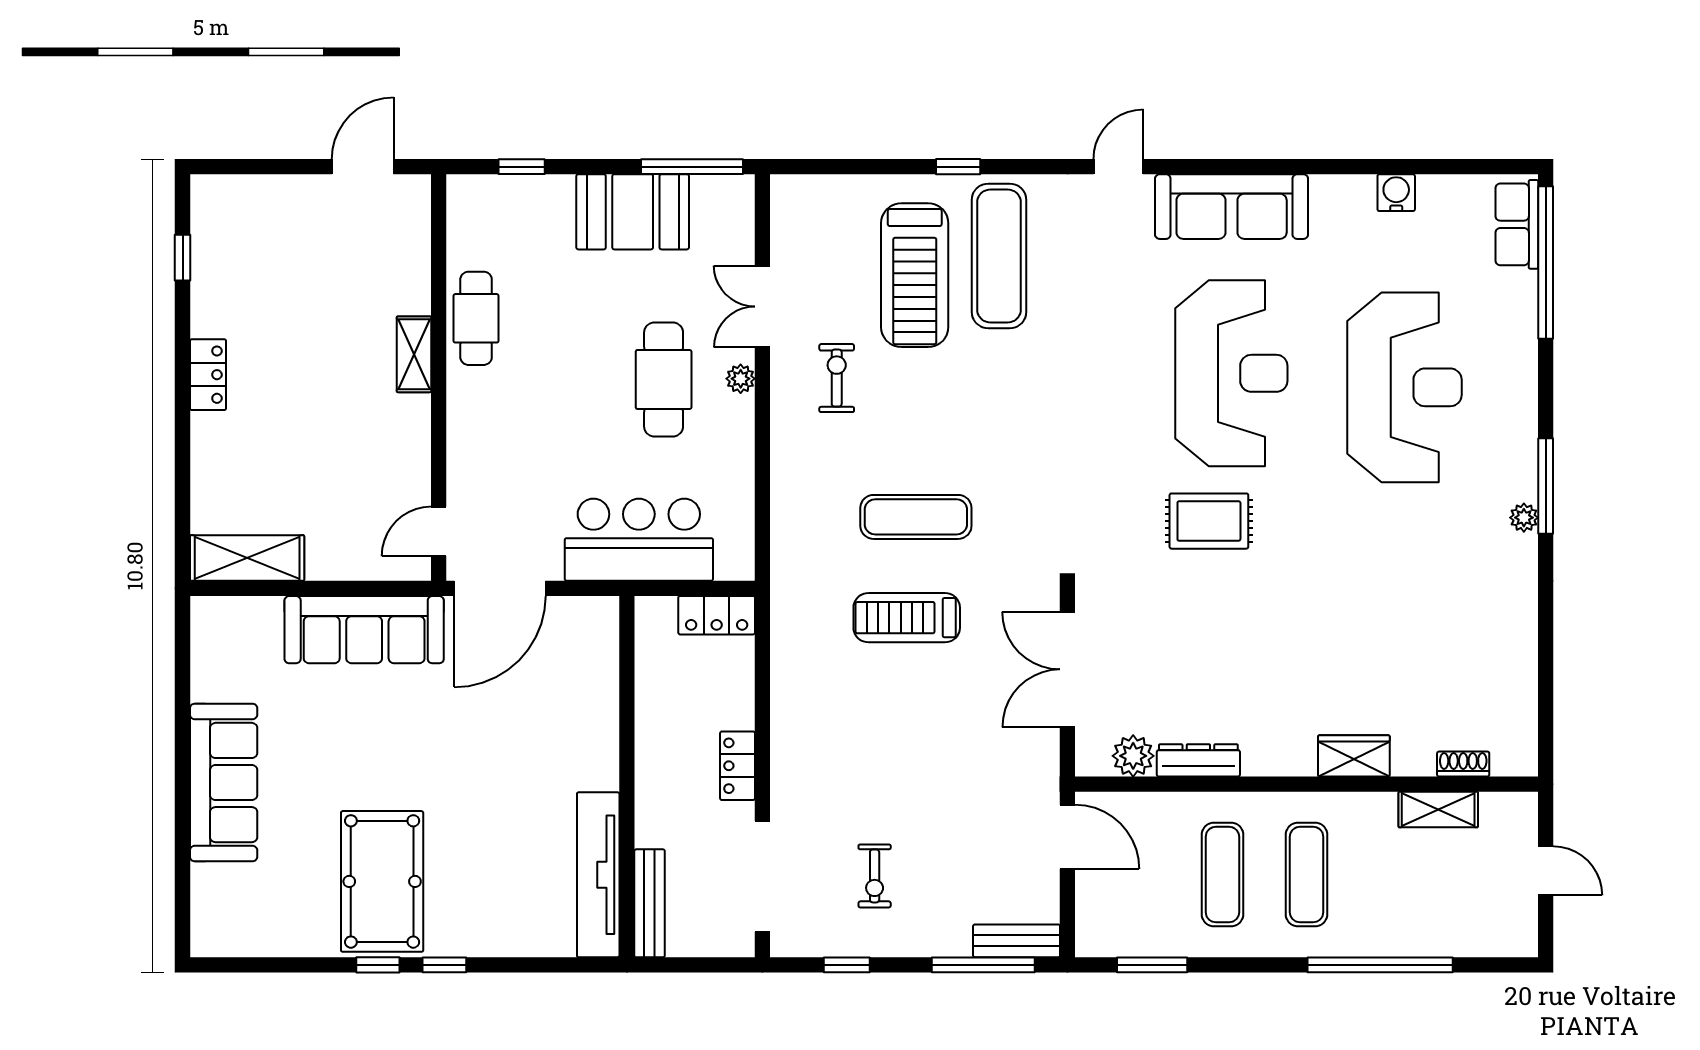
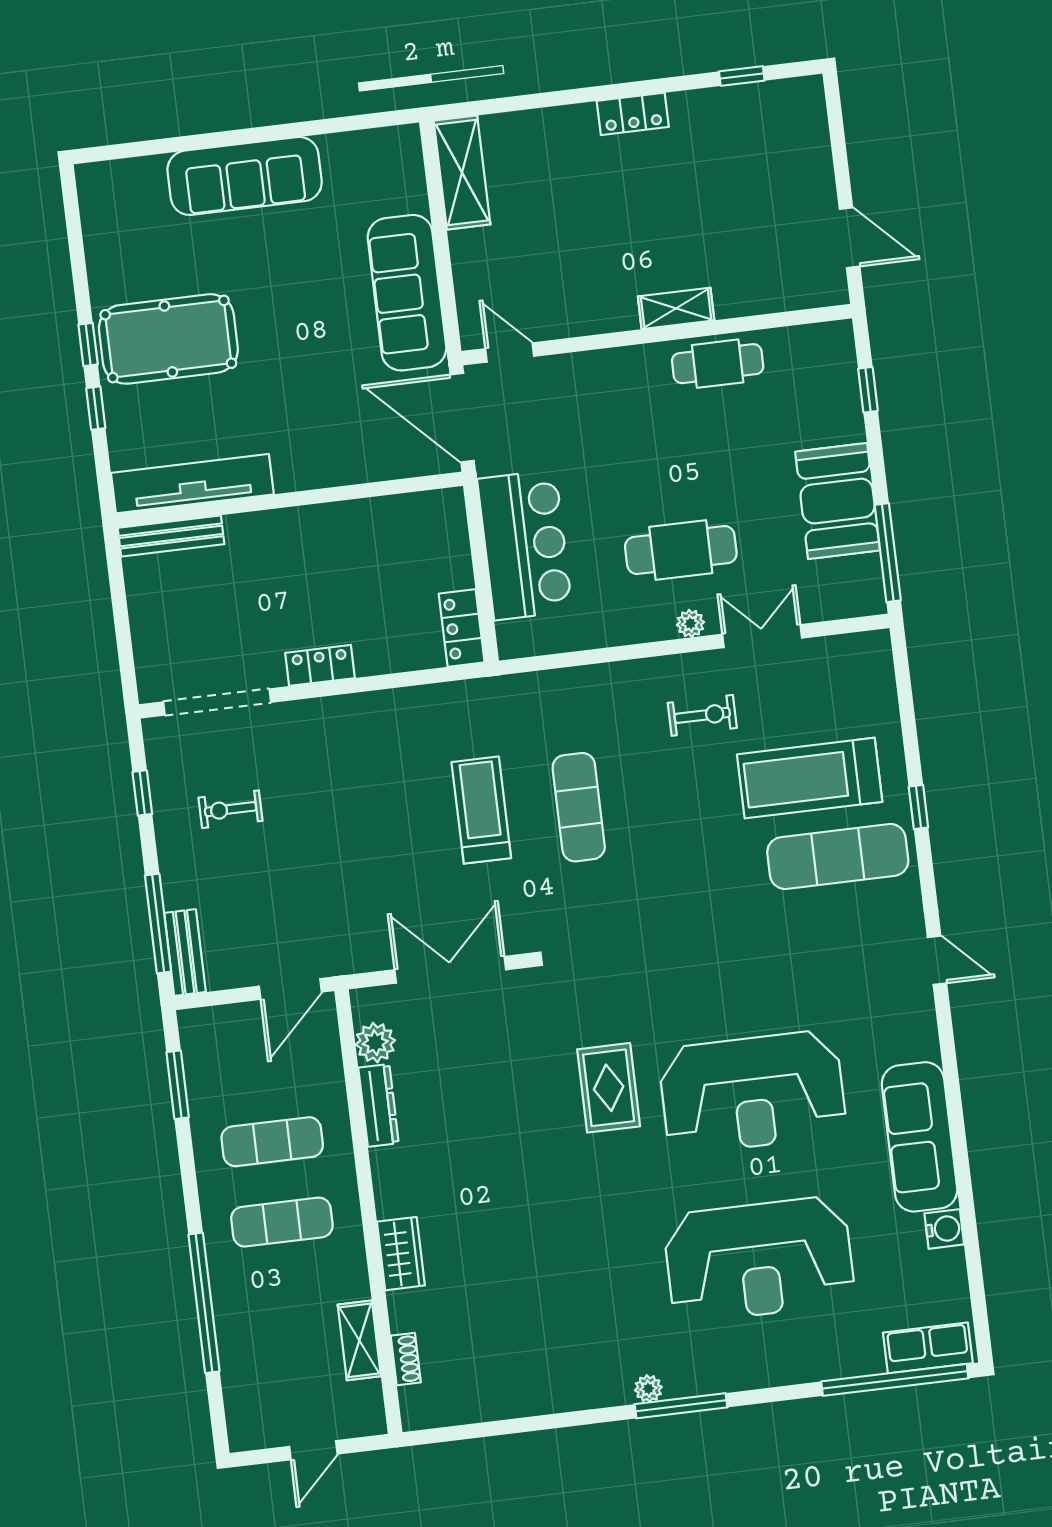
sofa: (1232, 207) -> (920, 1137), moved
wall: (627, 777) -> (289, 500), moved
tv unit: (598, 875) -> (192, 484), moved
bench: (650, 903) -> (171, 536), moved

